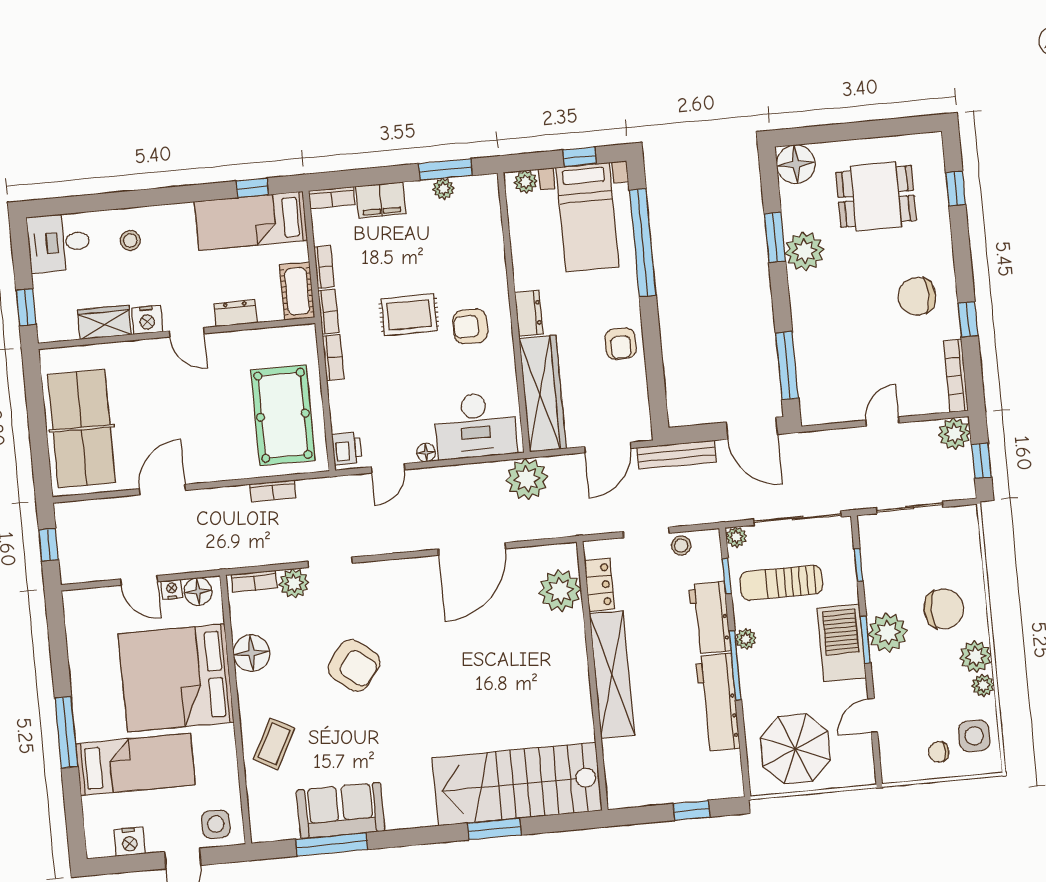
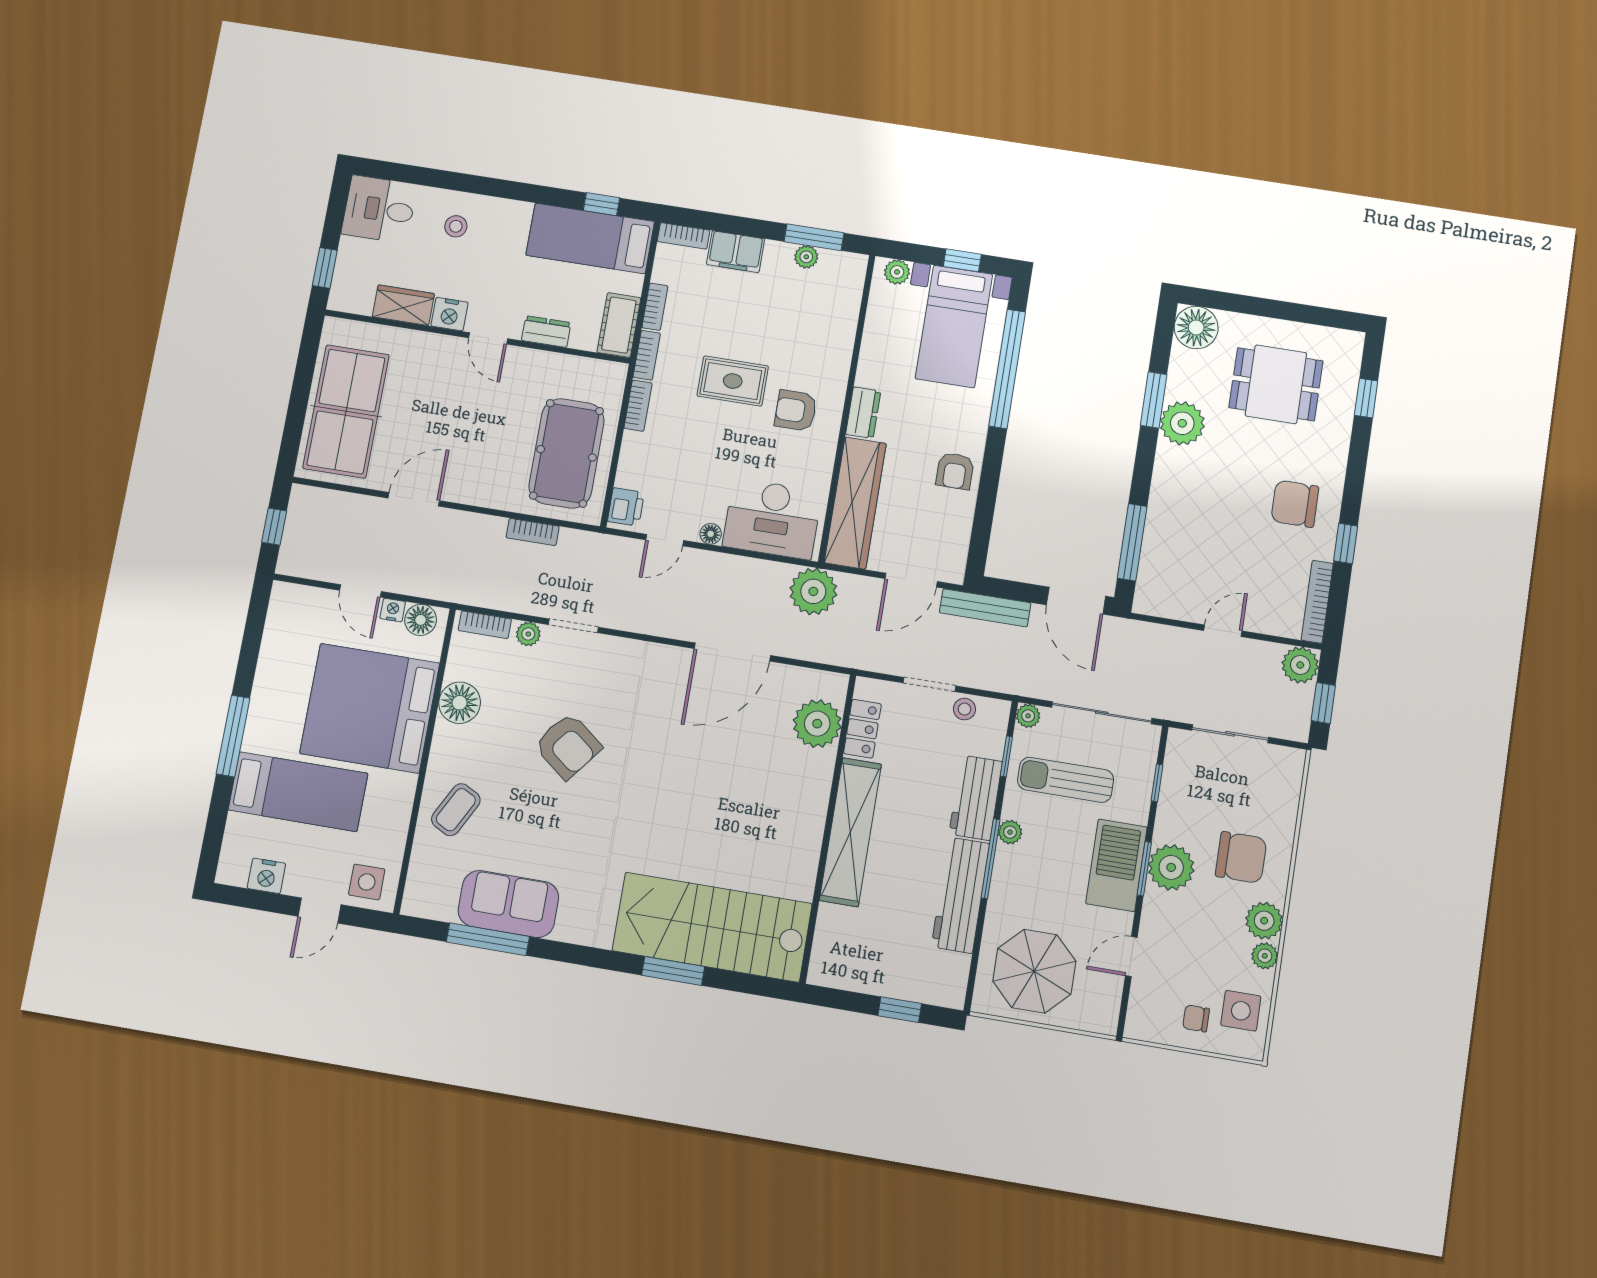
plant: (294, 583) -> (528, 634), width x0.73, depth x0.73

